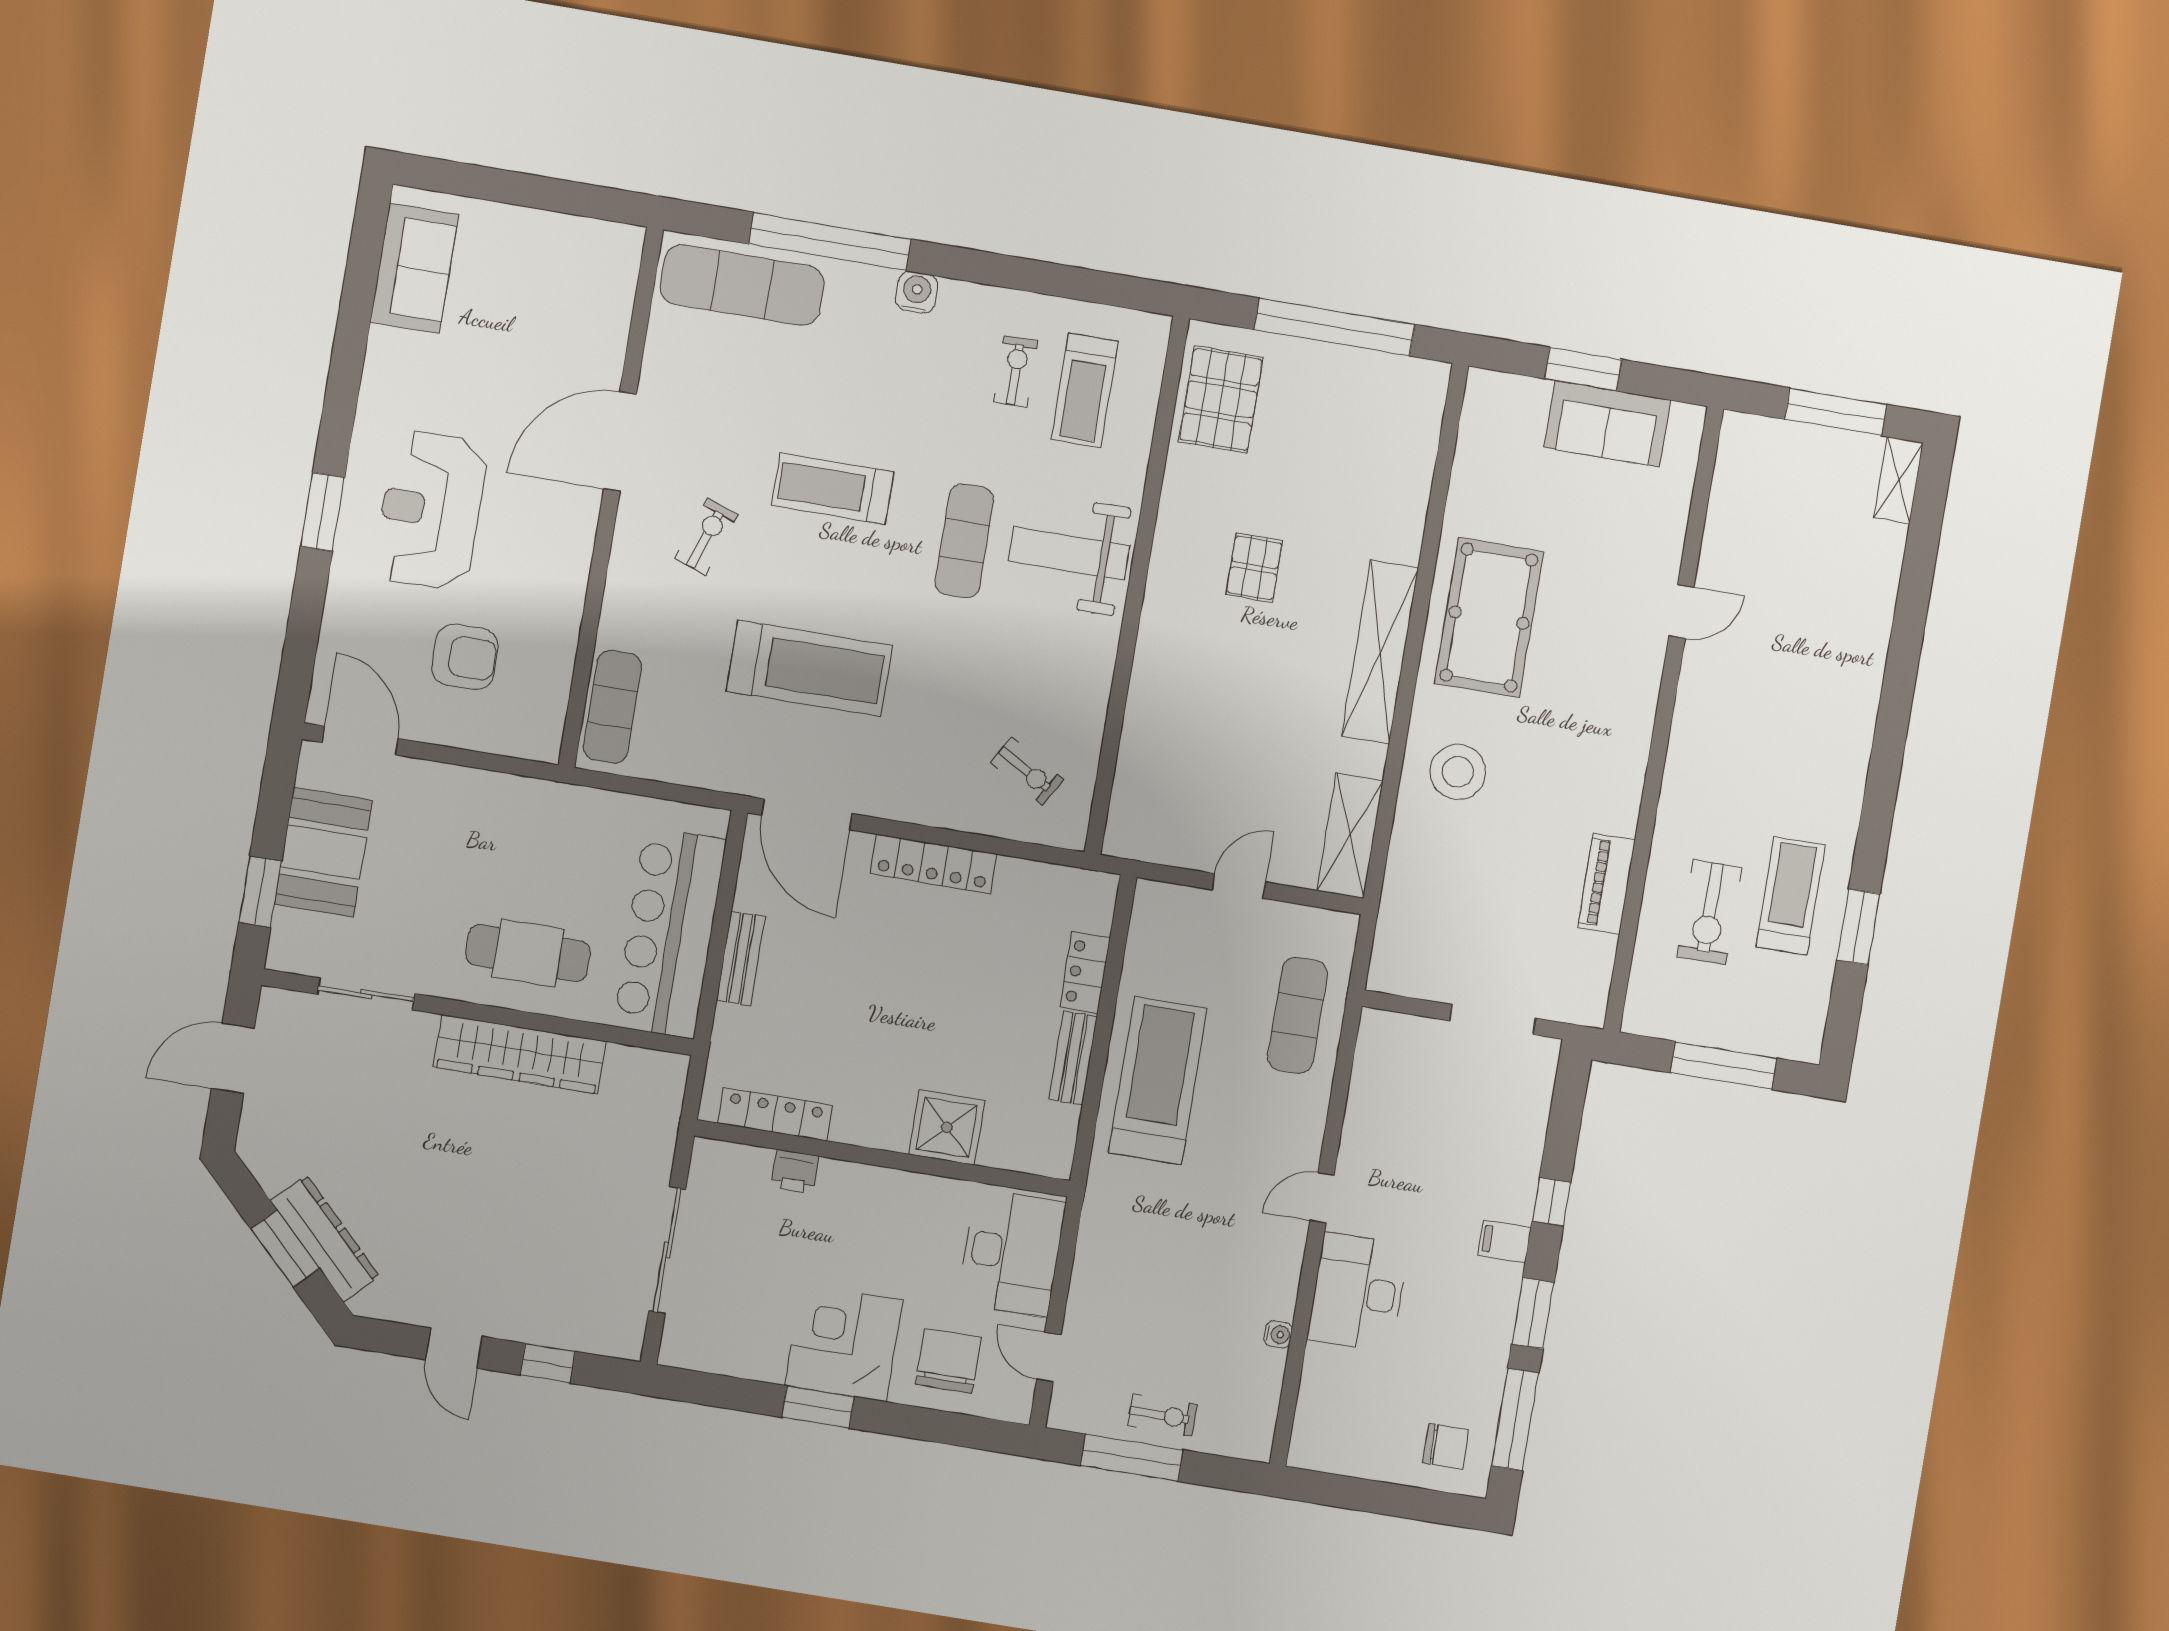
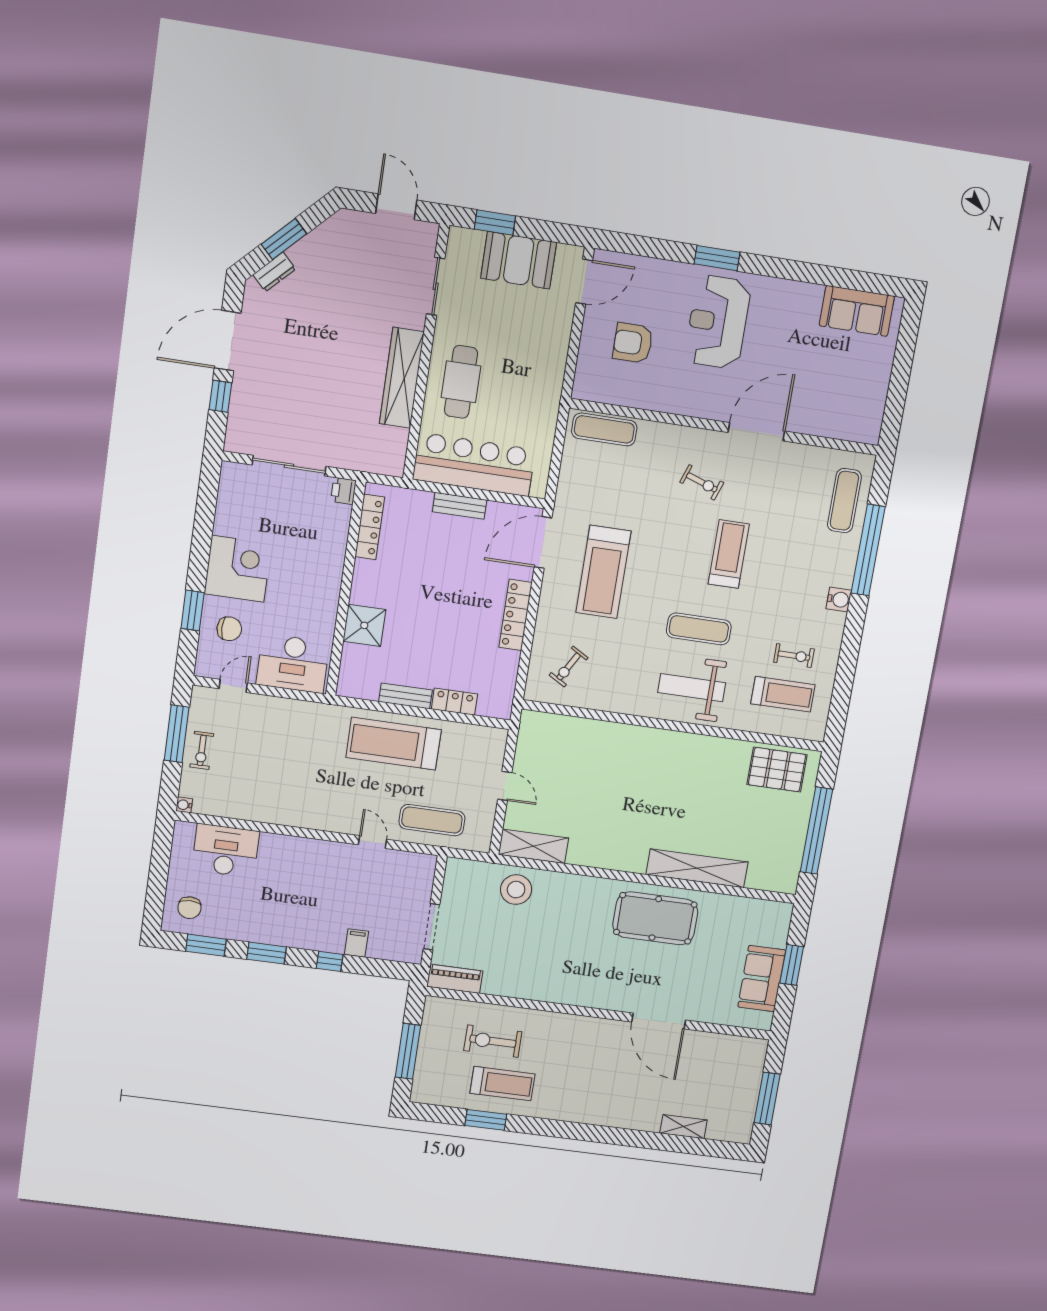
exercise mat: (742, 285) -> (844, 501), width x0.73, depth x0.69
treadmill: (1084, 390) -> (783, 694), turned 180
door: (620, 442) -> (756, 432), hinge flipped
shelving: (1898, 480) -> (683, 1127), moved
reception desk: (431, 510) -> (718, 322), turned -90
weight bench: (1069, 553) -> (692, 688), turned -90
pallet: (1254, 568) -> (683, 790), removed
door: (1681, 612) -> (659, 1021), width x1.87
shelving: (1380, 652) -> (697, 868), moved
armchair: (465, 657) -> (633, 343), turned 90
treadmill: (809, 668) -> (603, 572), moved
stool: (1458, 772) -> (516, 890), moved
piano: (1607, 884) -> (455, 979), moved
treadmill: (1158, 1081) -> (394, 744), turned 180
printer: (795, 1172) -> (343, 491), moved
door: (1322, 1198) -> (373, 842), moved
dresser: (325, 1239) -> (274, 272), width x0.51, depth x0.80
filing cabinet: (1504, 1241) -> (356, 943), moved
desk: (1358, 1292) -> (225, 851), moved
water cooler: (1278, 1334) -> (184, 805), moved, turned 90
door: (454, 1348) -> (228, 341), width x1.87
chair: (948, 1361) -> (229, 629), width x0.73, depth x0.73
window: (818, 1407) -> (193, 611), moved
window: (1515, 1420) -> (206, 945), width x0.69

